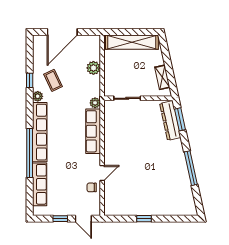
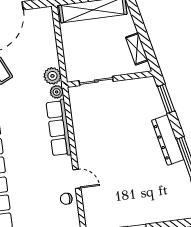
plant: (93, 68) -> (52, 76), moved
dresser: (170, 121) -> (168, 140), moved
door: (102, 173) -> (77, 179), hinge flipped

